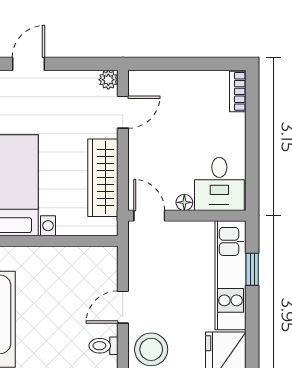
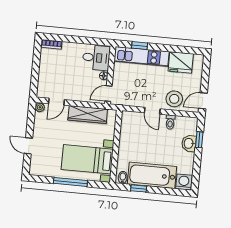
door: (123, 112) -> (56, 102), swing flipped

